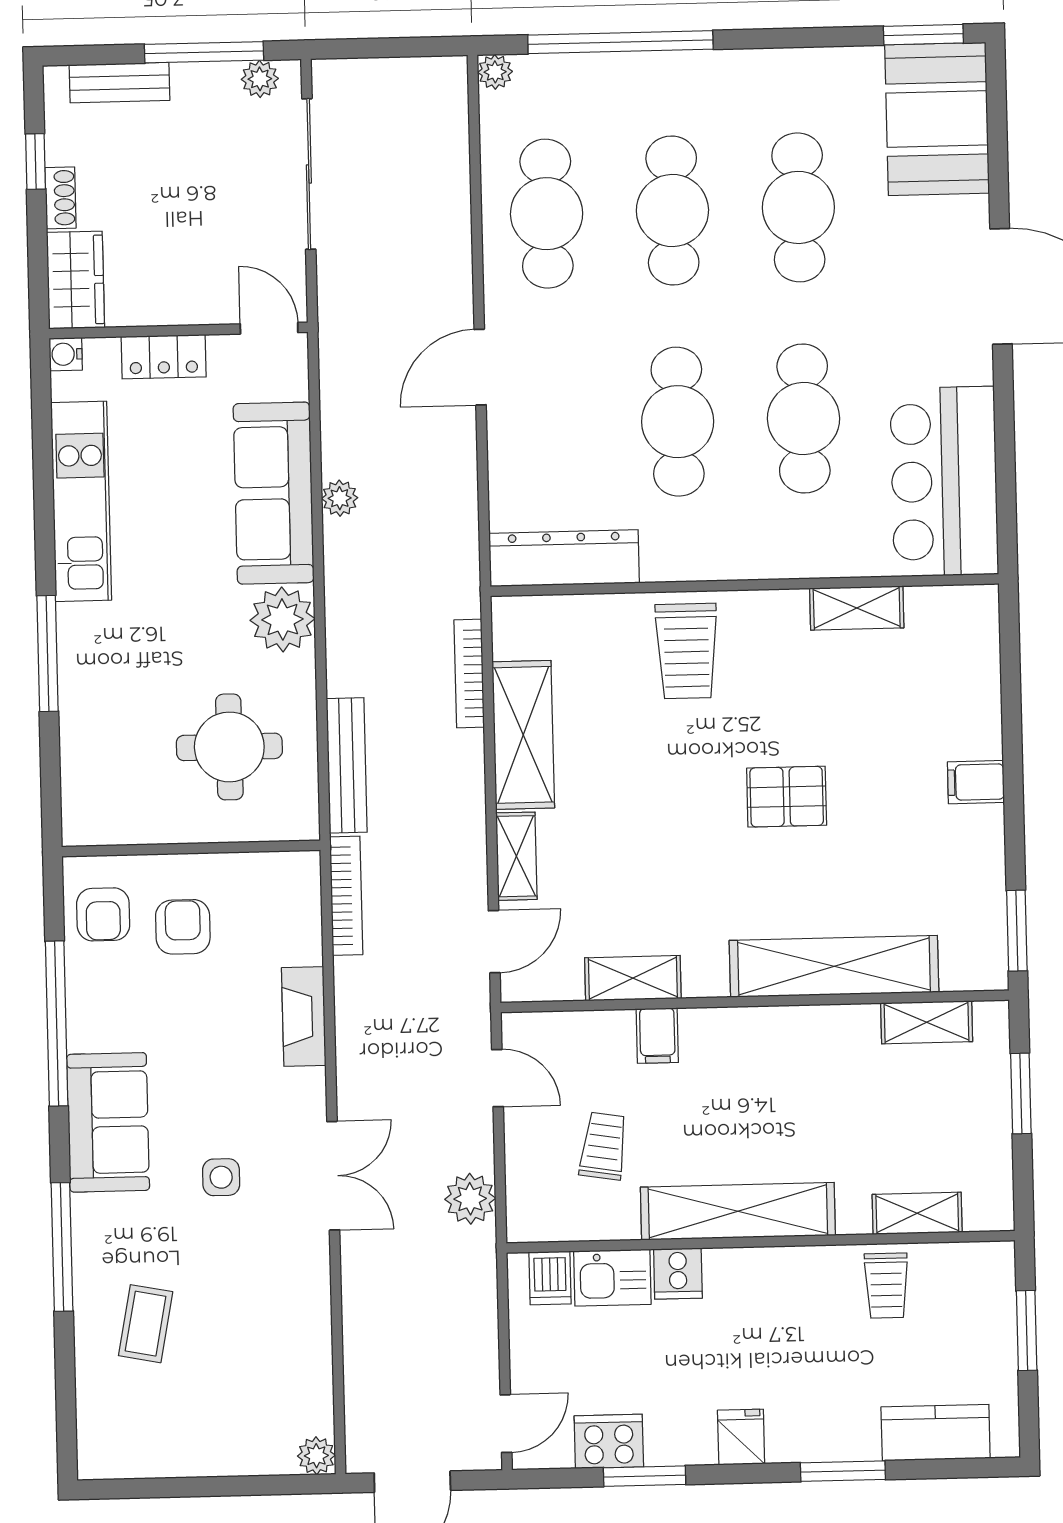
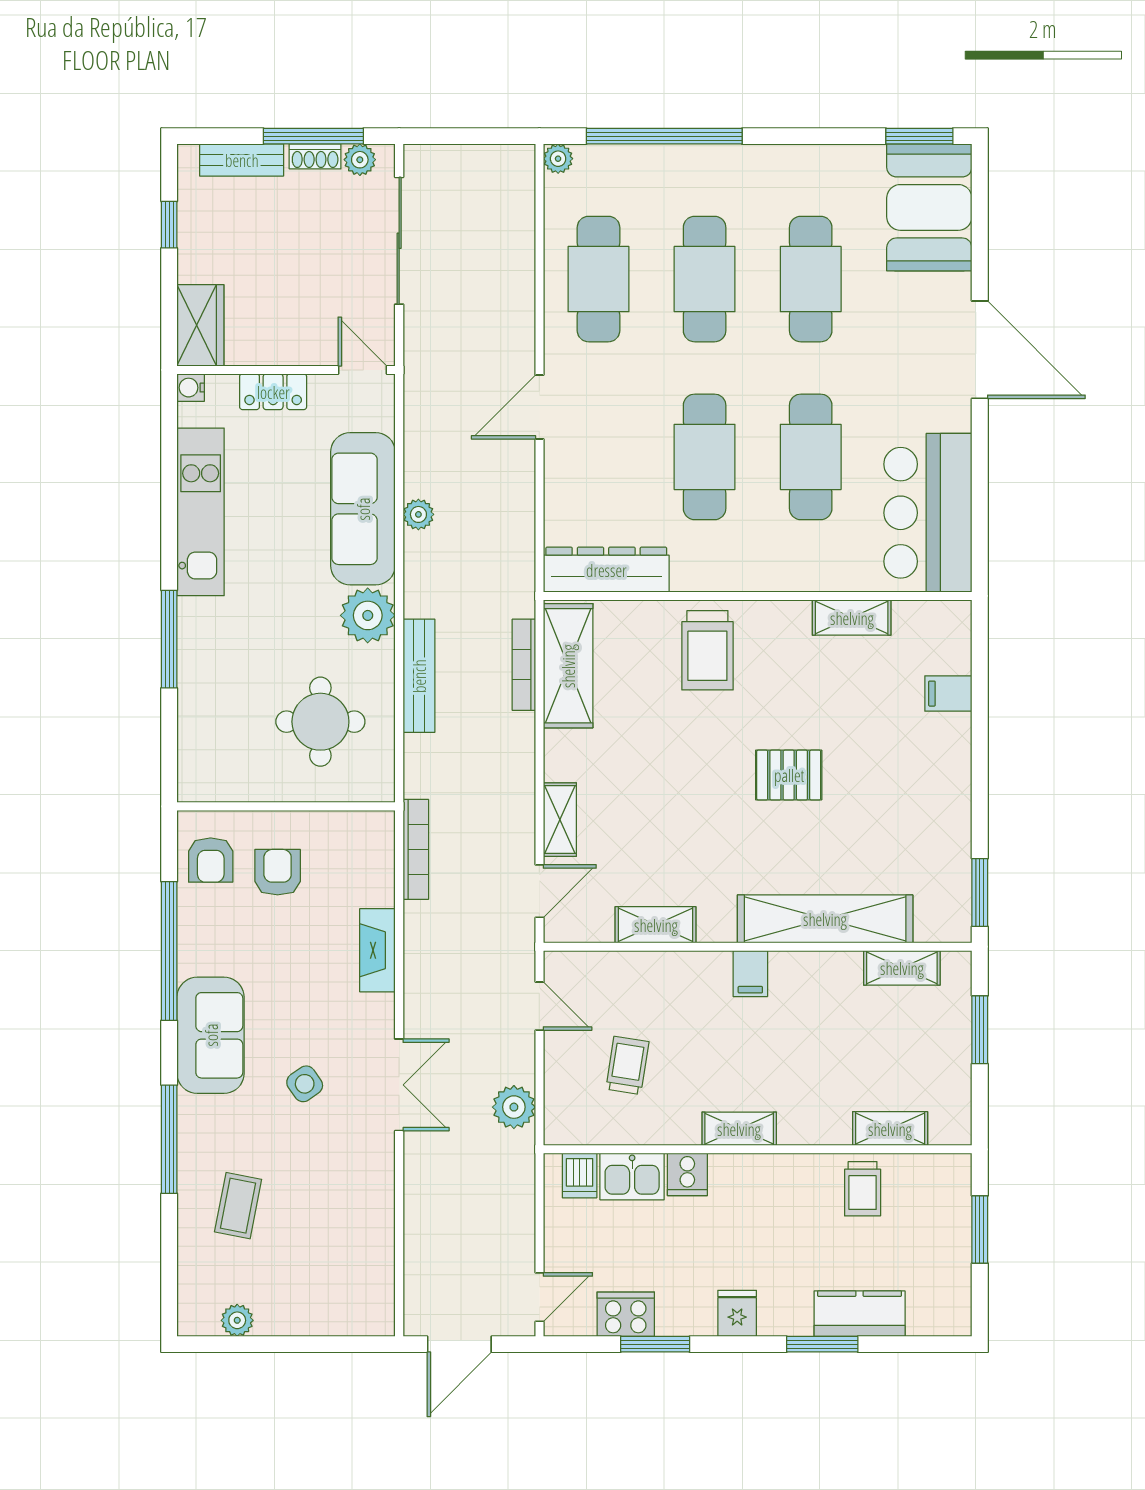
shoe rack: (60, 198) -> (315, 156), moved, turned 90
shelving: (523, 735) -> (568, 666), moved
bench: (347, 765) -> (419, 676), moved
filing cabinet: (976, 782) -> (948, 694), moved
filing cabinet: (657, 1036) -> (750, 974), moved
side table: (221, 1177) -> (305, 1084), turned -35
shelving: (738, 1211) -> (739, 1129), width x0.45, depth x0.75
kitchen counter: (936, 1433) -> (860, 1314), moved
plant: (316, 1456) -> (237, 1320), moved

